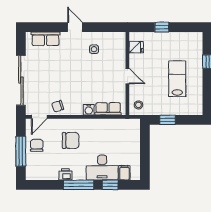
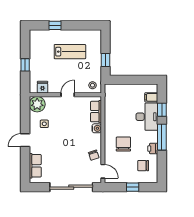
plant: (117, 41) -> (37, 104), added
lab bench: (177, 79) -> (70, 52), turned 180
chair: (37, 145) -> (143, 166), moved
window: (21, 151) -> (133, 187), width x0.46

